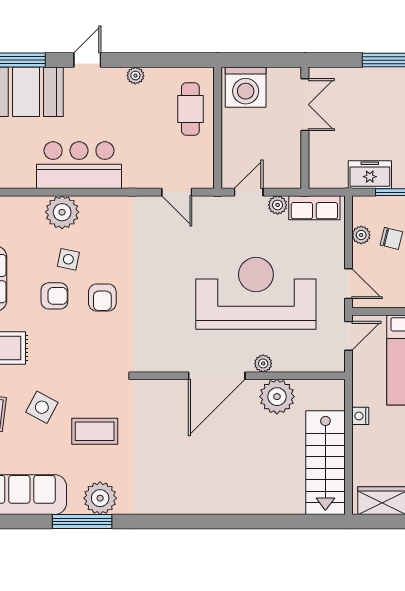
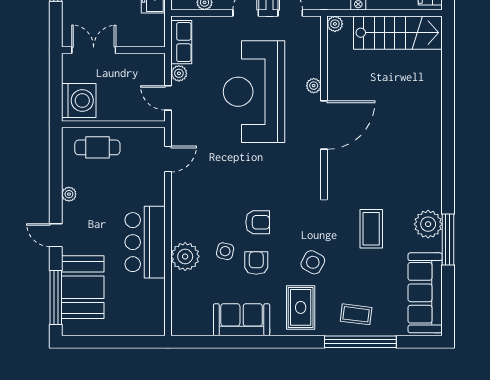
door: (217, 376) -> (324, 125), hinge flipped
plant: (277, 397) -> (335, 24), moved, width x0.53, depth x0.53
side table: (42, 407) -> (313, 262), moved

